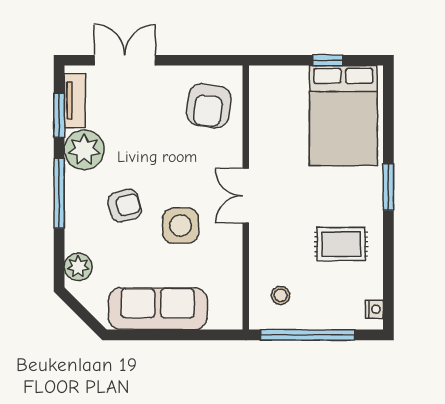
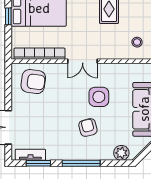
bookcase: (259, 117) -> (40, 54), added
plant: (84, 150) -> (57, 150), removed

